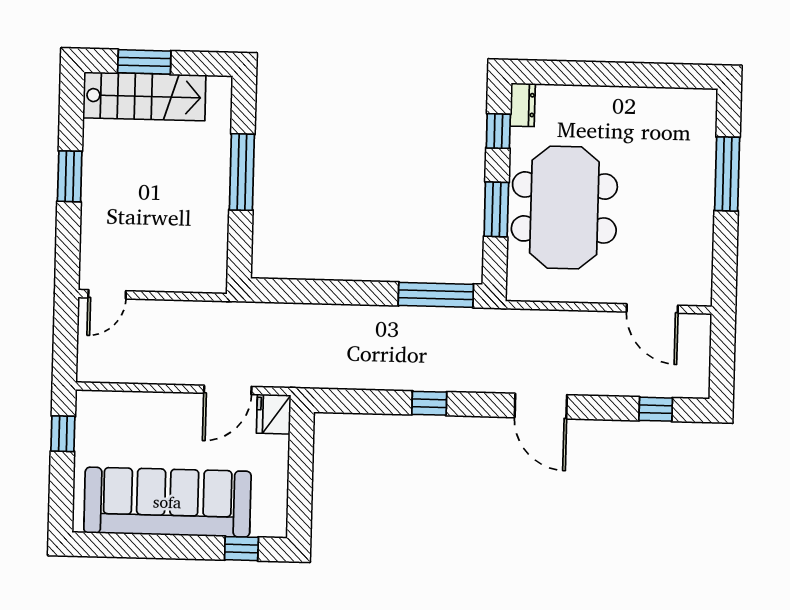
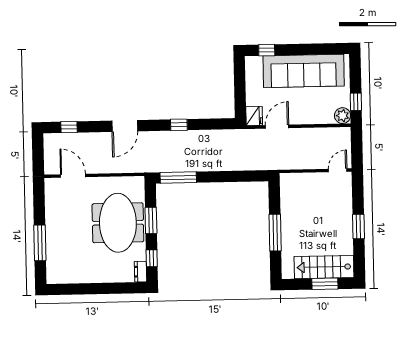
plant: (92, 406) -> (343, 116), added
door: (541, 406) -> (125, 126), swing flipped

